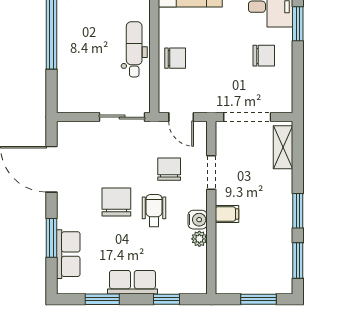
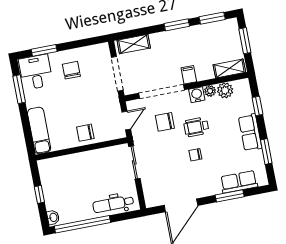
dental chair: (134, 49) -> (113, 204), moved
chair: (175, 58) -> (85, 133), turned -90
doorway: (211, 172) -> (161, 92), width x1.87
chair: (116, 202) -> (195, 155), width x0.54, depth x0.54
plant: (196, 259) -> (225, 90), added
shelving: (225, 271) -> (229, 68), added

